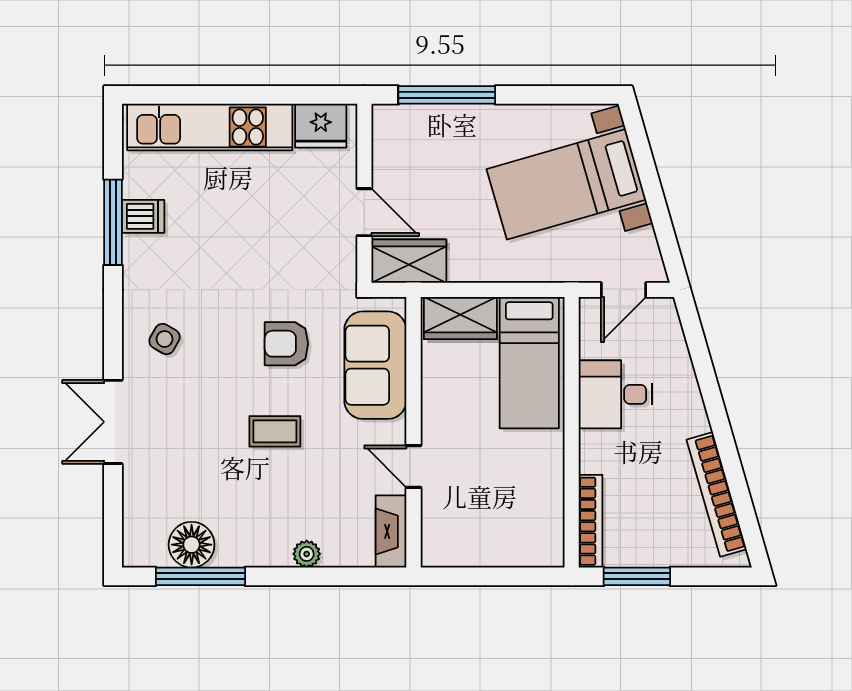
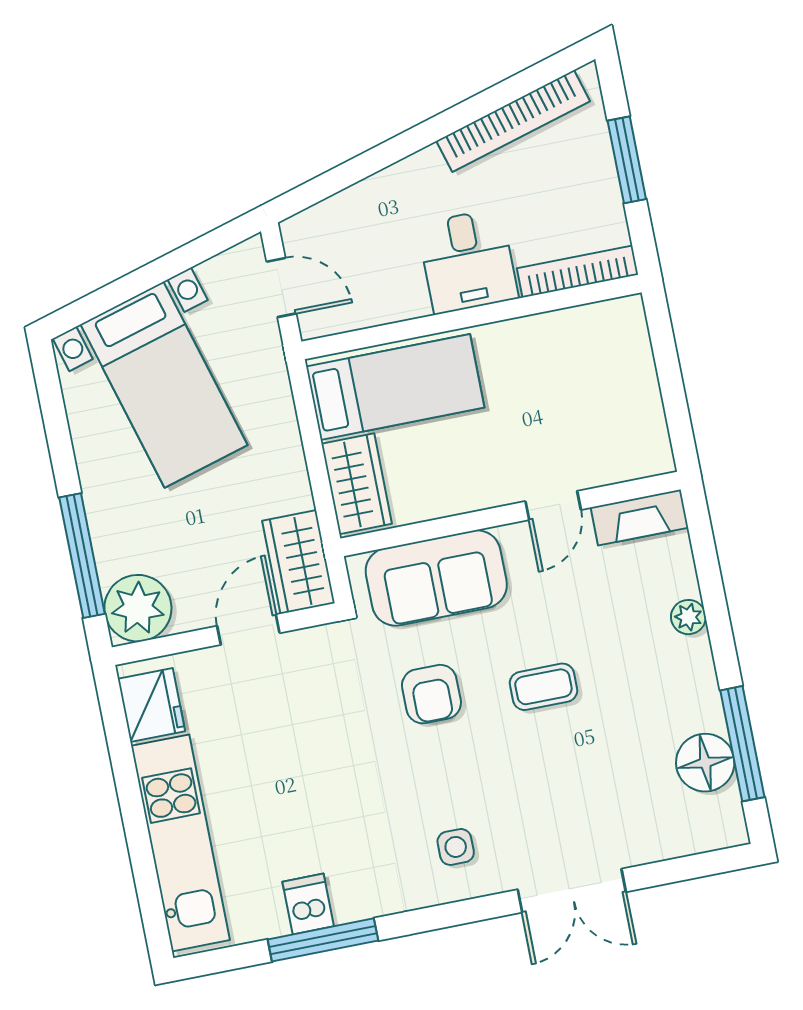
plant: (398, 130) -> (138, 608), added
side table: (165, 339) -> (456, 847), turned -30
desk: (615, 394) -> (468, 261), moved
coffee table: (275, 431) -> (543, 687), turned 90
window: (637, 576) -> (627, 160), moved

